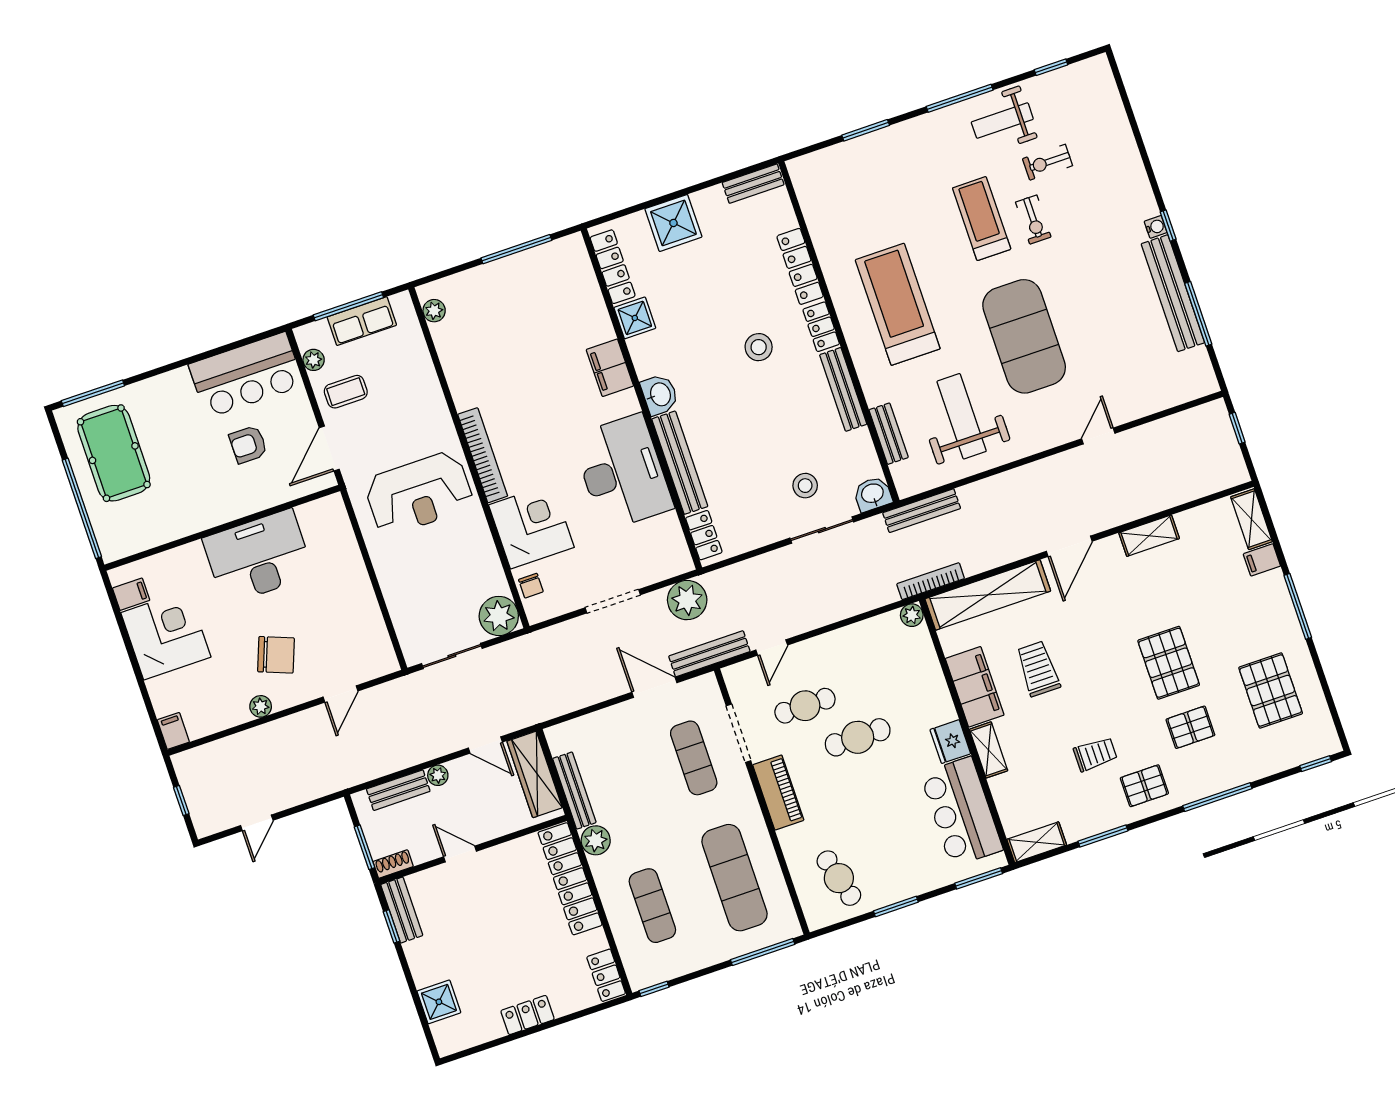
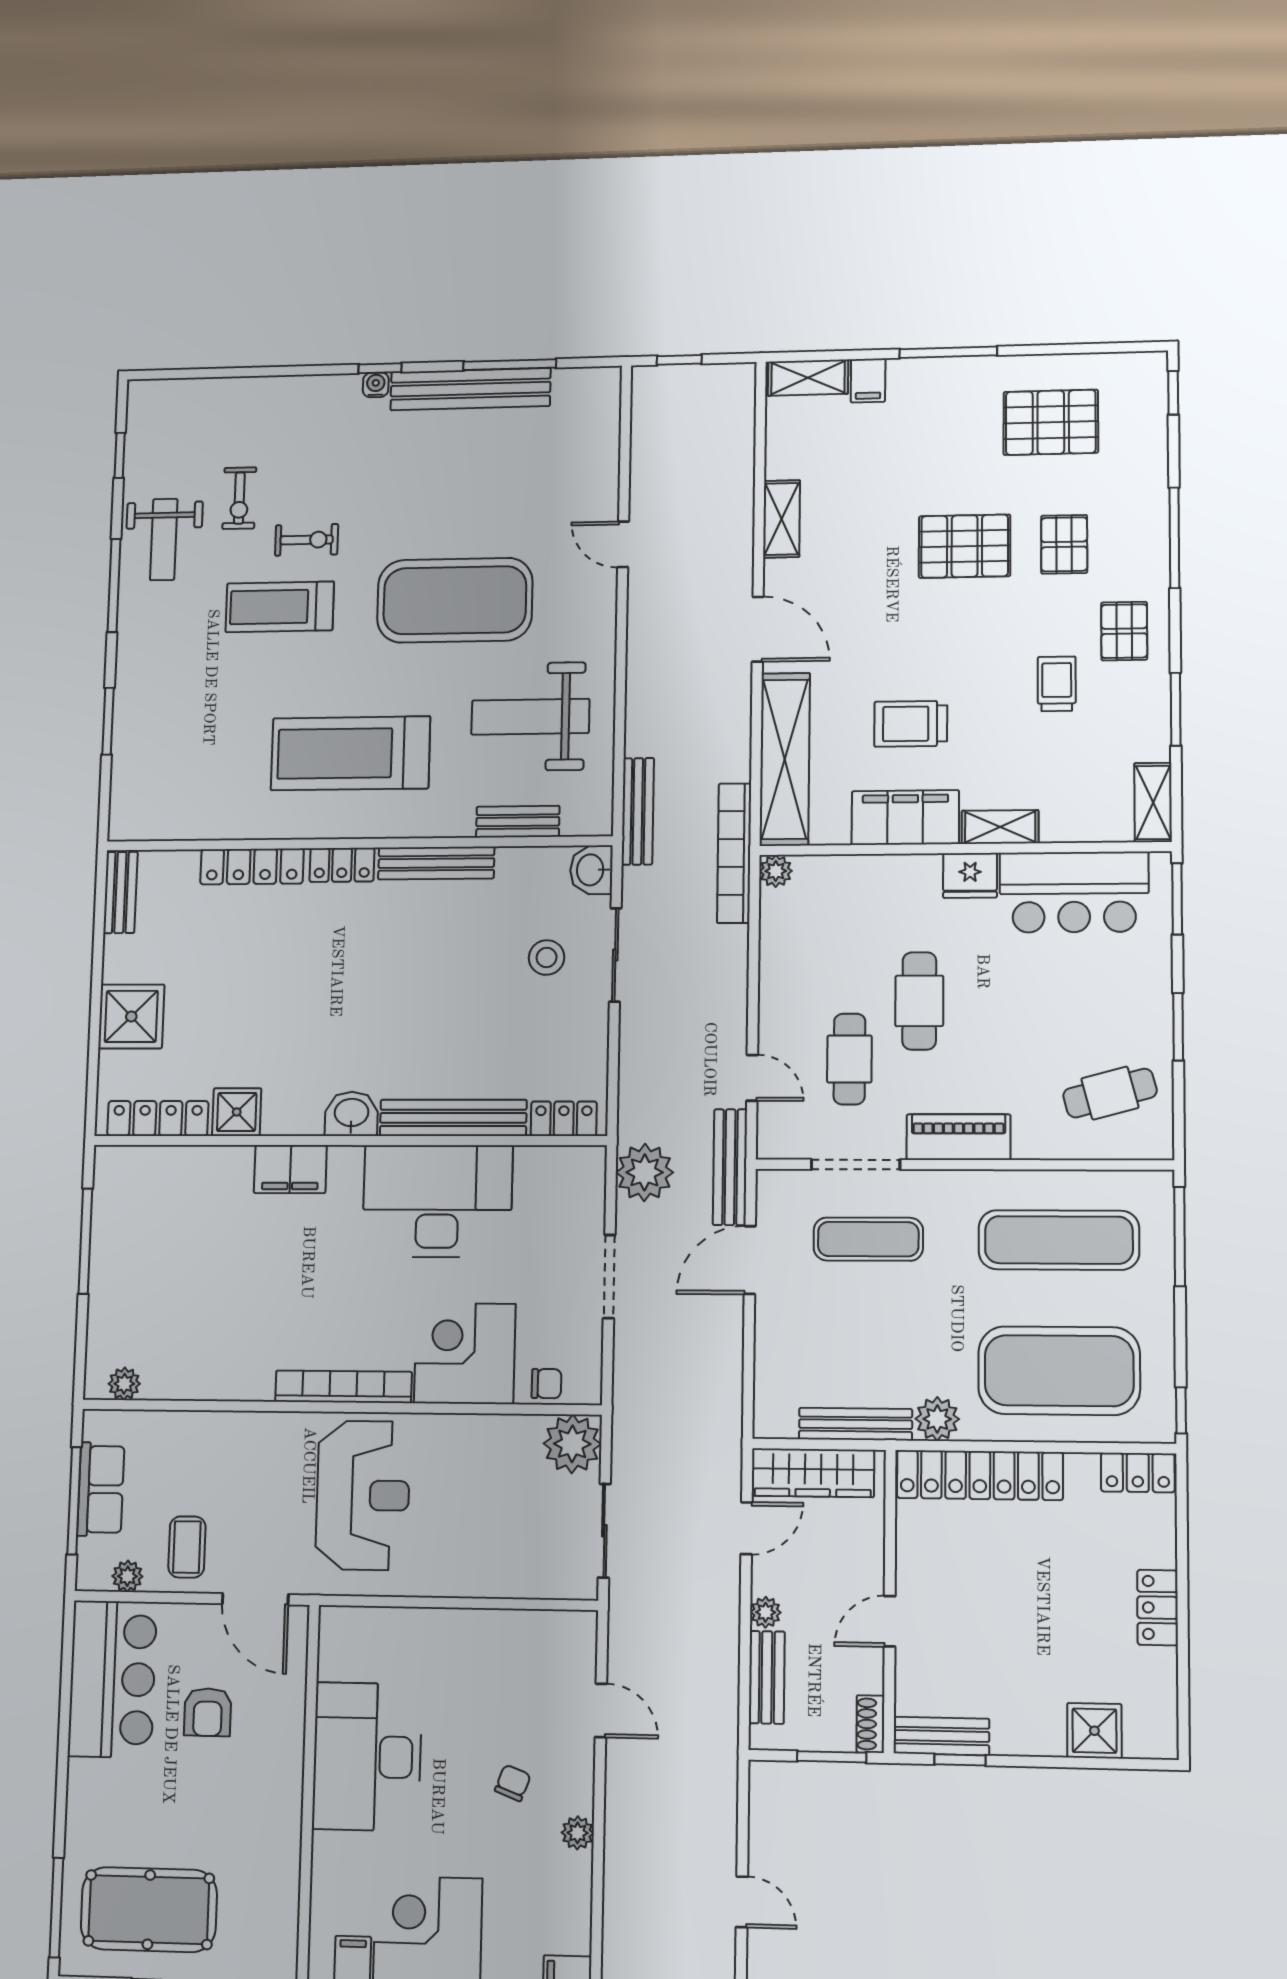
stool: (759, 347) -> (338, 958), removed
bookcase: (931, 581) -> (734, 853), width x1.48, depth x1.31
chair: (276, 655) -> (513, 1783), width x0.54, depth x0.54
exercise mat: (652, 906) -> (1059, 1371), width x2.00, depth x1.45

